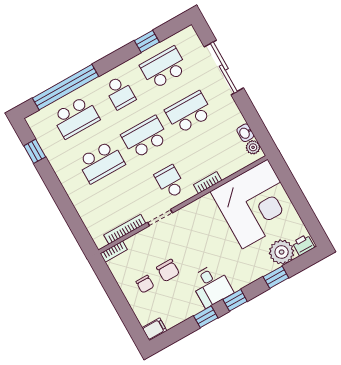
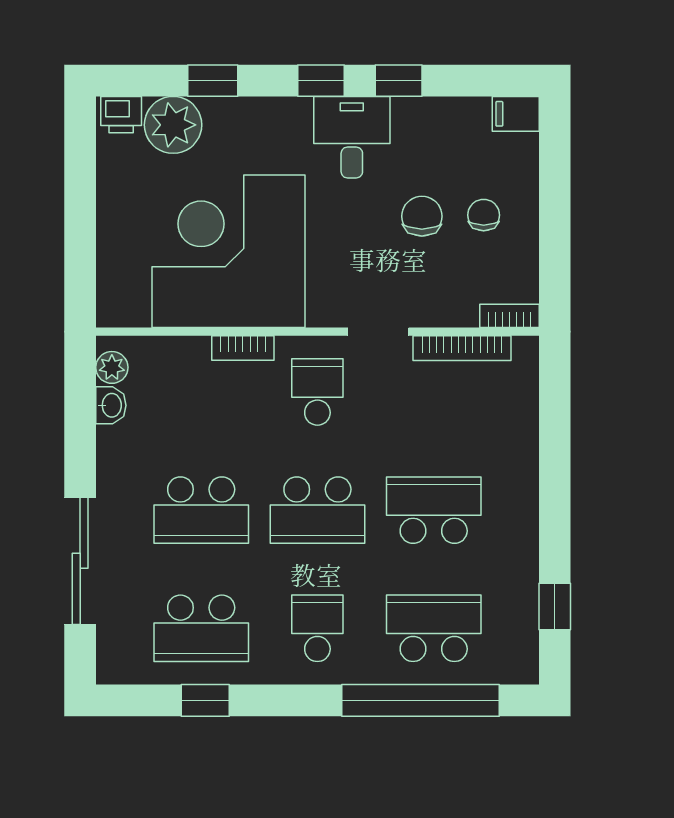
school desk: (170, 182) -> (317, 392), turned 180
corner desk: (255, 204) -> (229, 251), moved

